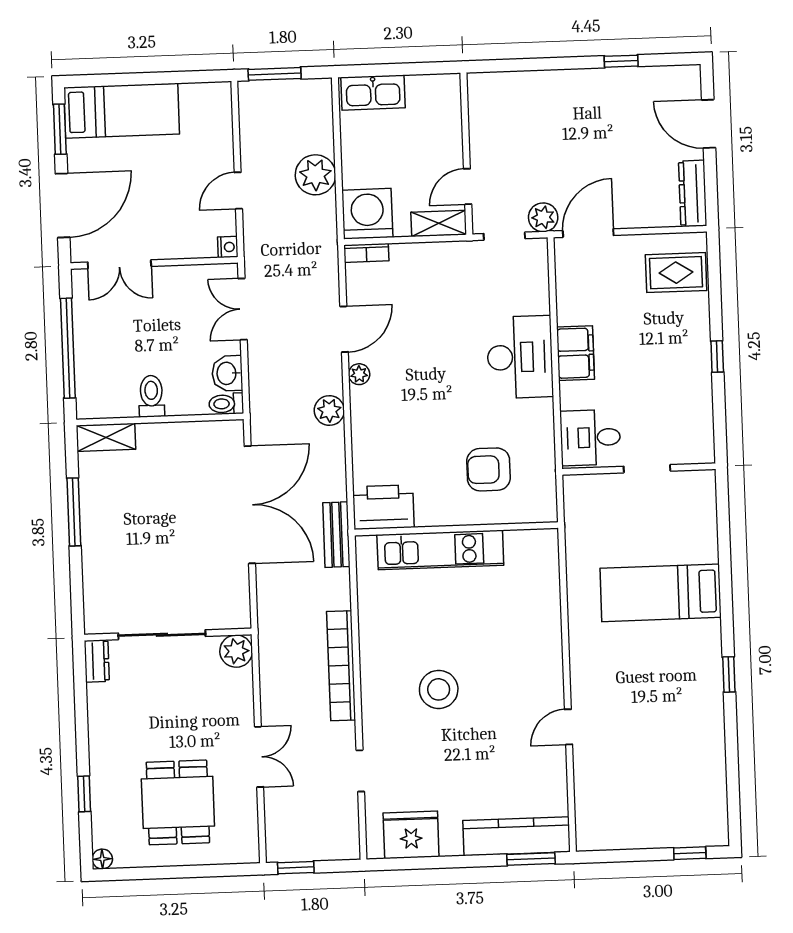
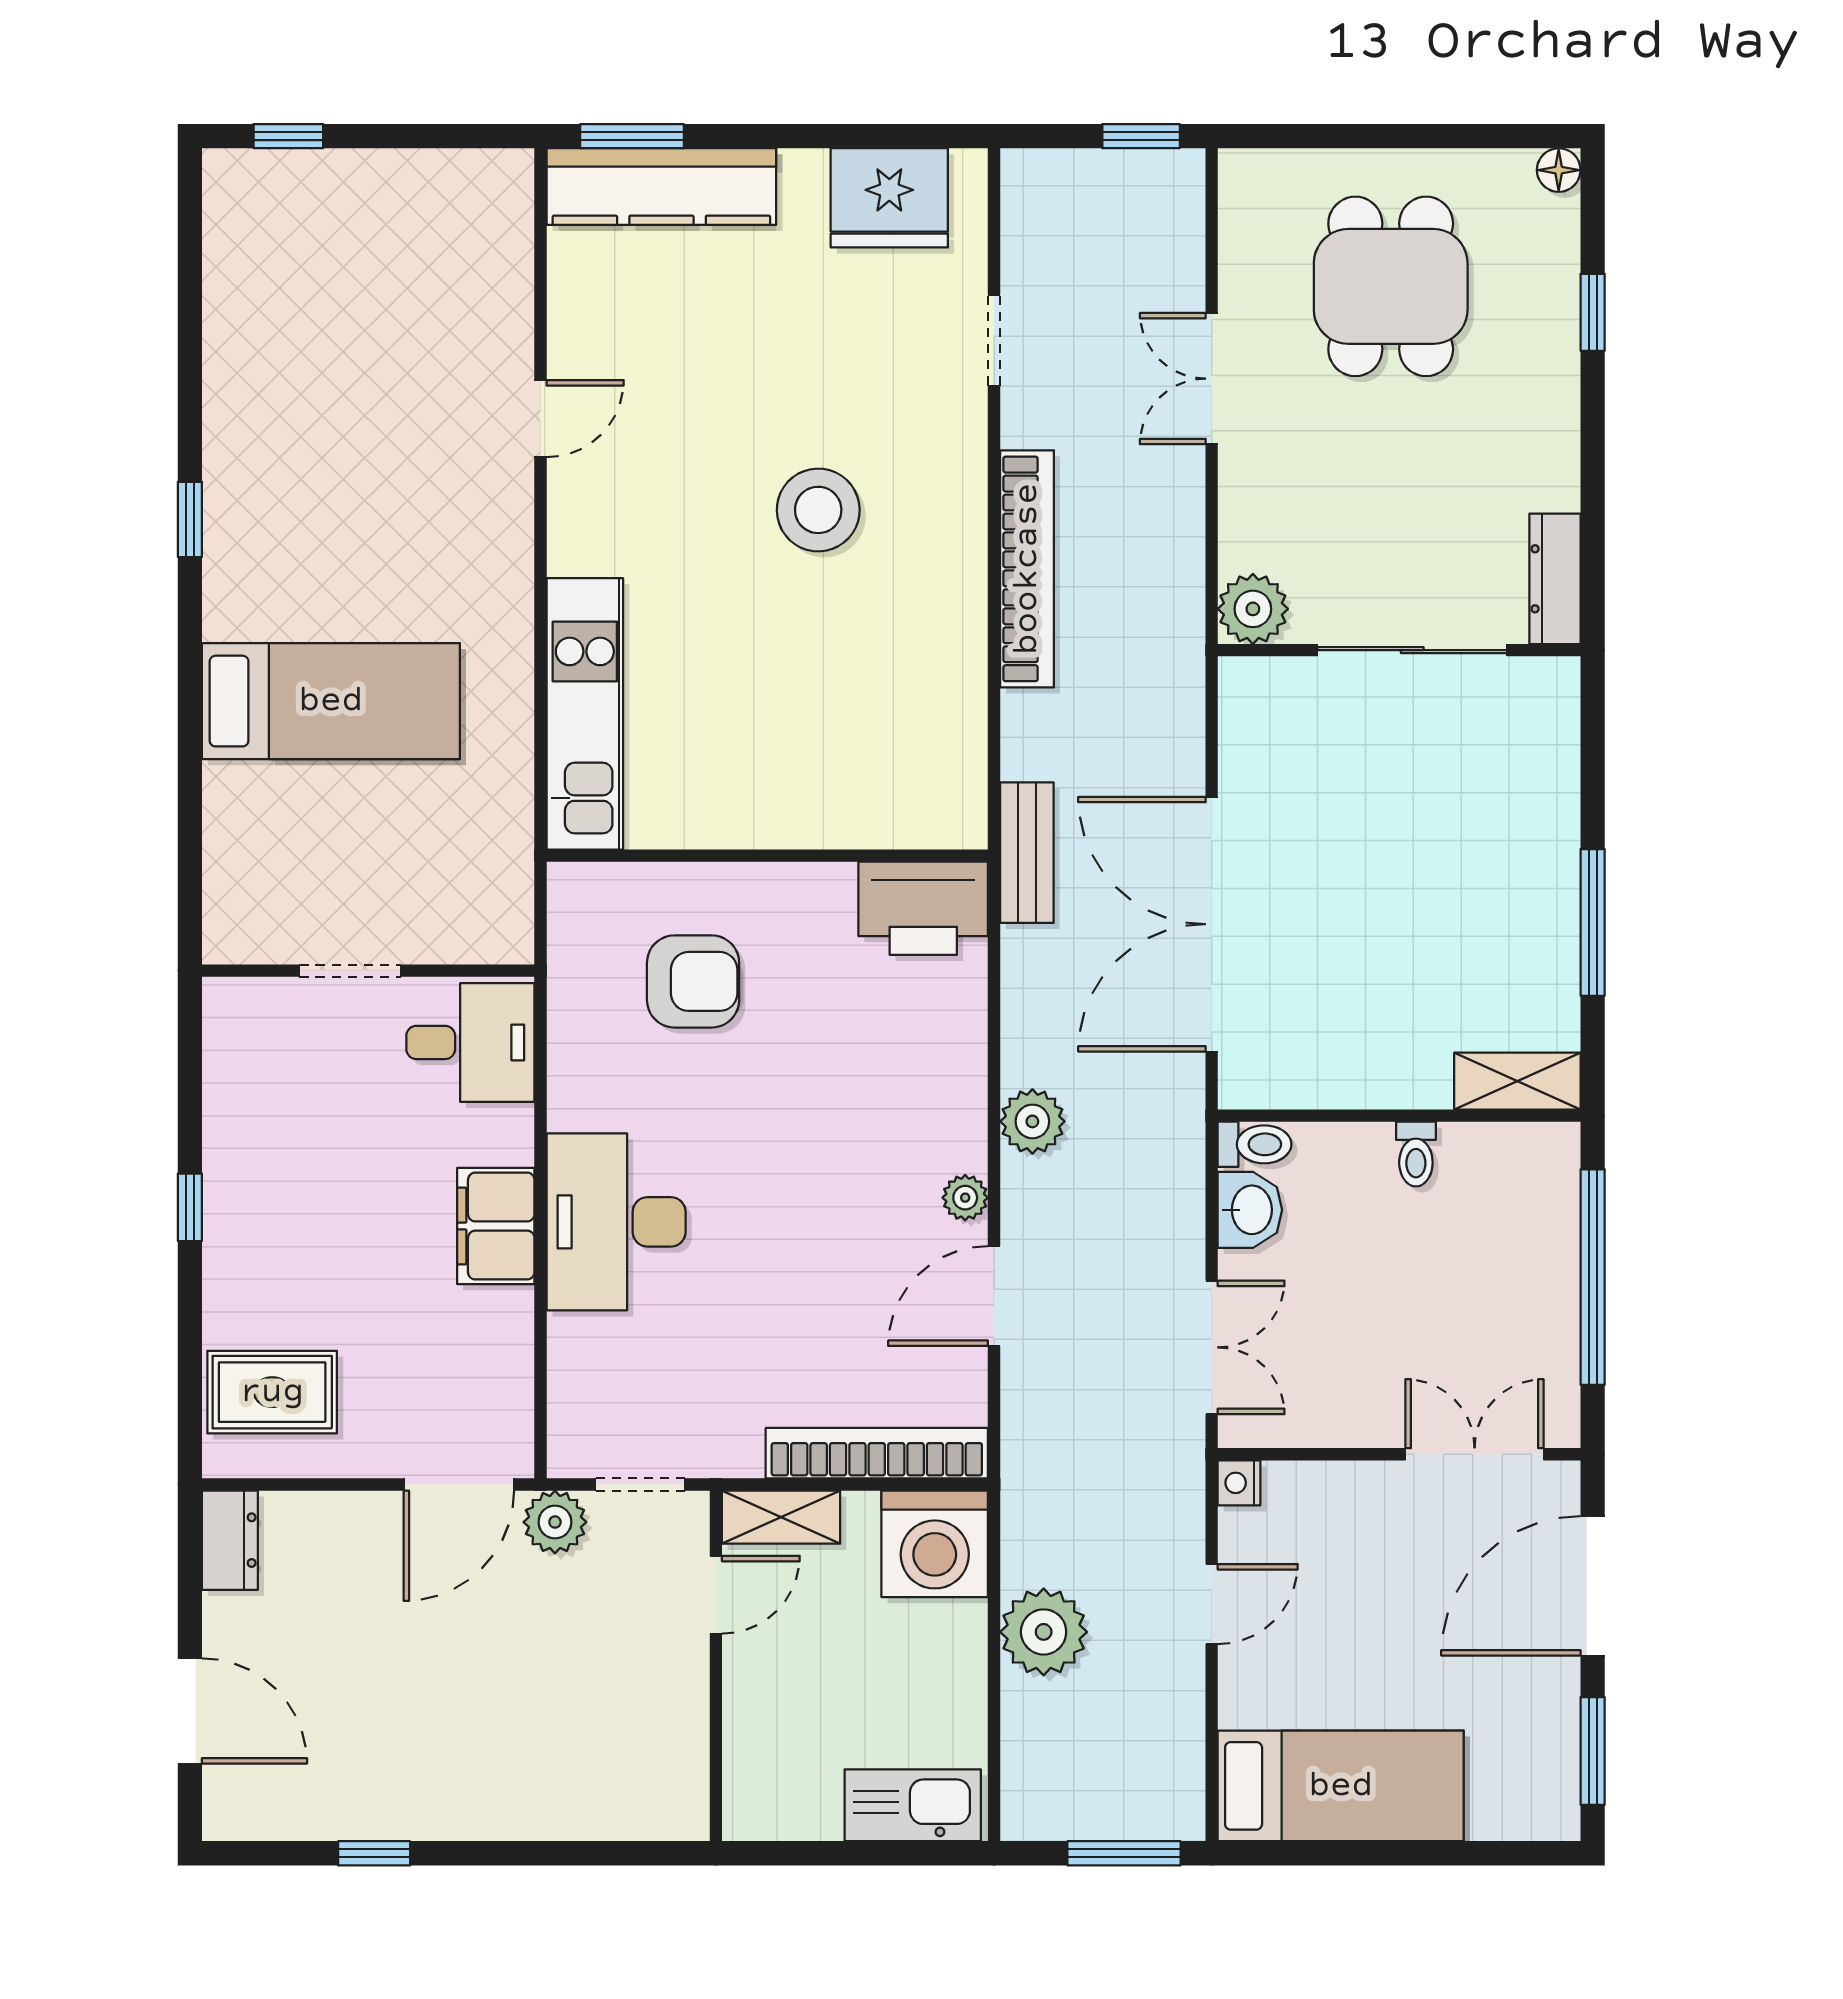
bed: (122, 111) -> (1341, 1786), moved, turned 180
dresser: (693, 193) -> (230, 1540), width x0.70
bookcase: (366, 253) -> (877, 1453), width x2.31, depth x1.31
toilet: (151, 396) -> (1416, 1154), width x0.73, depth x0.72
kitchen unit: (440, 550) -> (585, 714), moved, turned 90
dresser: (97, 661) -> (1555, 579), width x1.44

